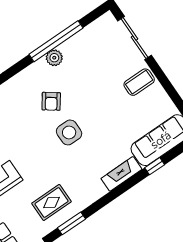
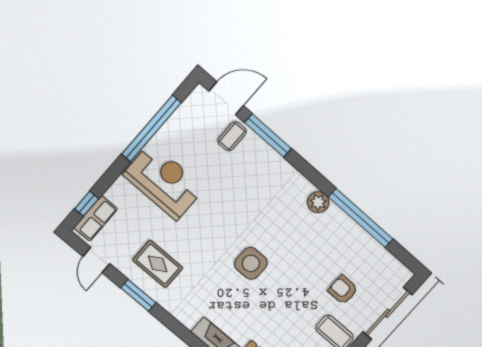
plant: (54, 58) -> (318, 202), moved
armchair: (51, 101) -> (343, 290), moved, turned 54

